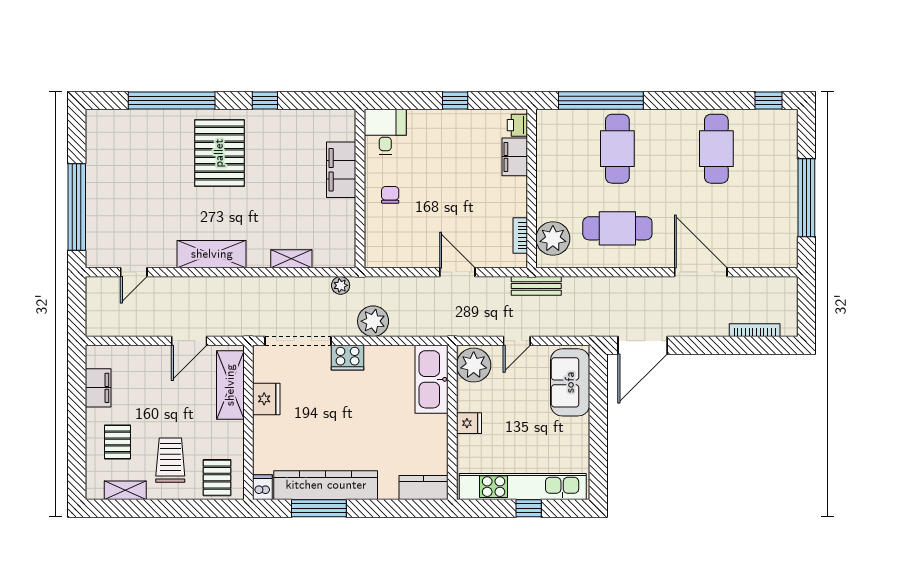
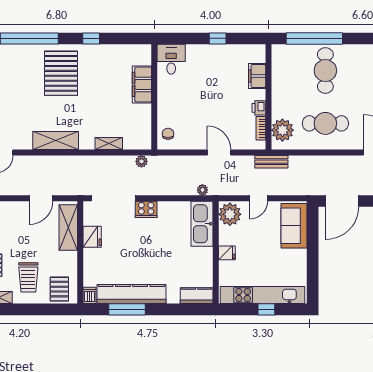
printer: (517, 125) -> (259, 108), moved
chair: (390, 195) -> (168, 134), moved
plant: (373, 321) -> (202, 190), moved, width x0.53, depth x0.53
trolley: (170, 460) -> (28, 277), turned 180

